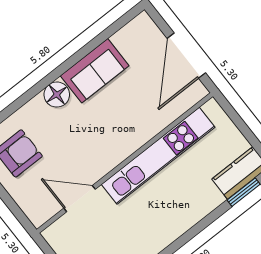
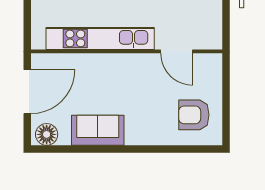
floor lamp: (57, 95) -> (47, 134), moved

